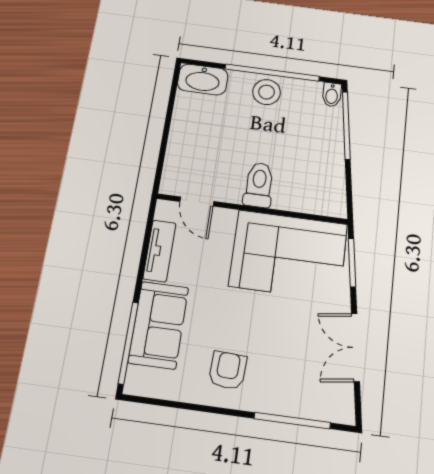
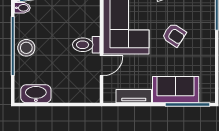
washbasin: (203, 80) -> (36, 94), moved, turned -90
door: (197, 202) -> (102, 66), moved
armchair: (228, 370) -> (174, 35), moved, turned -150

